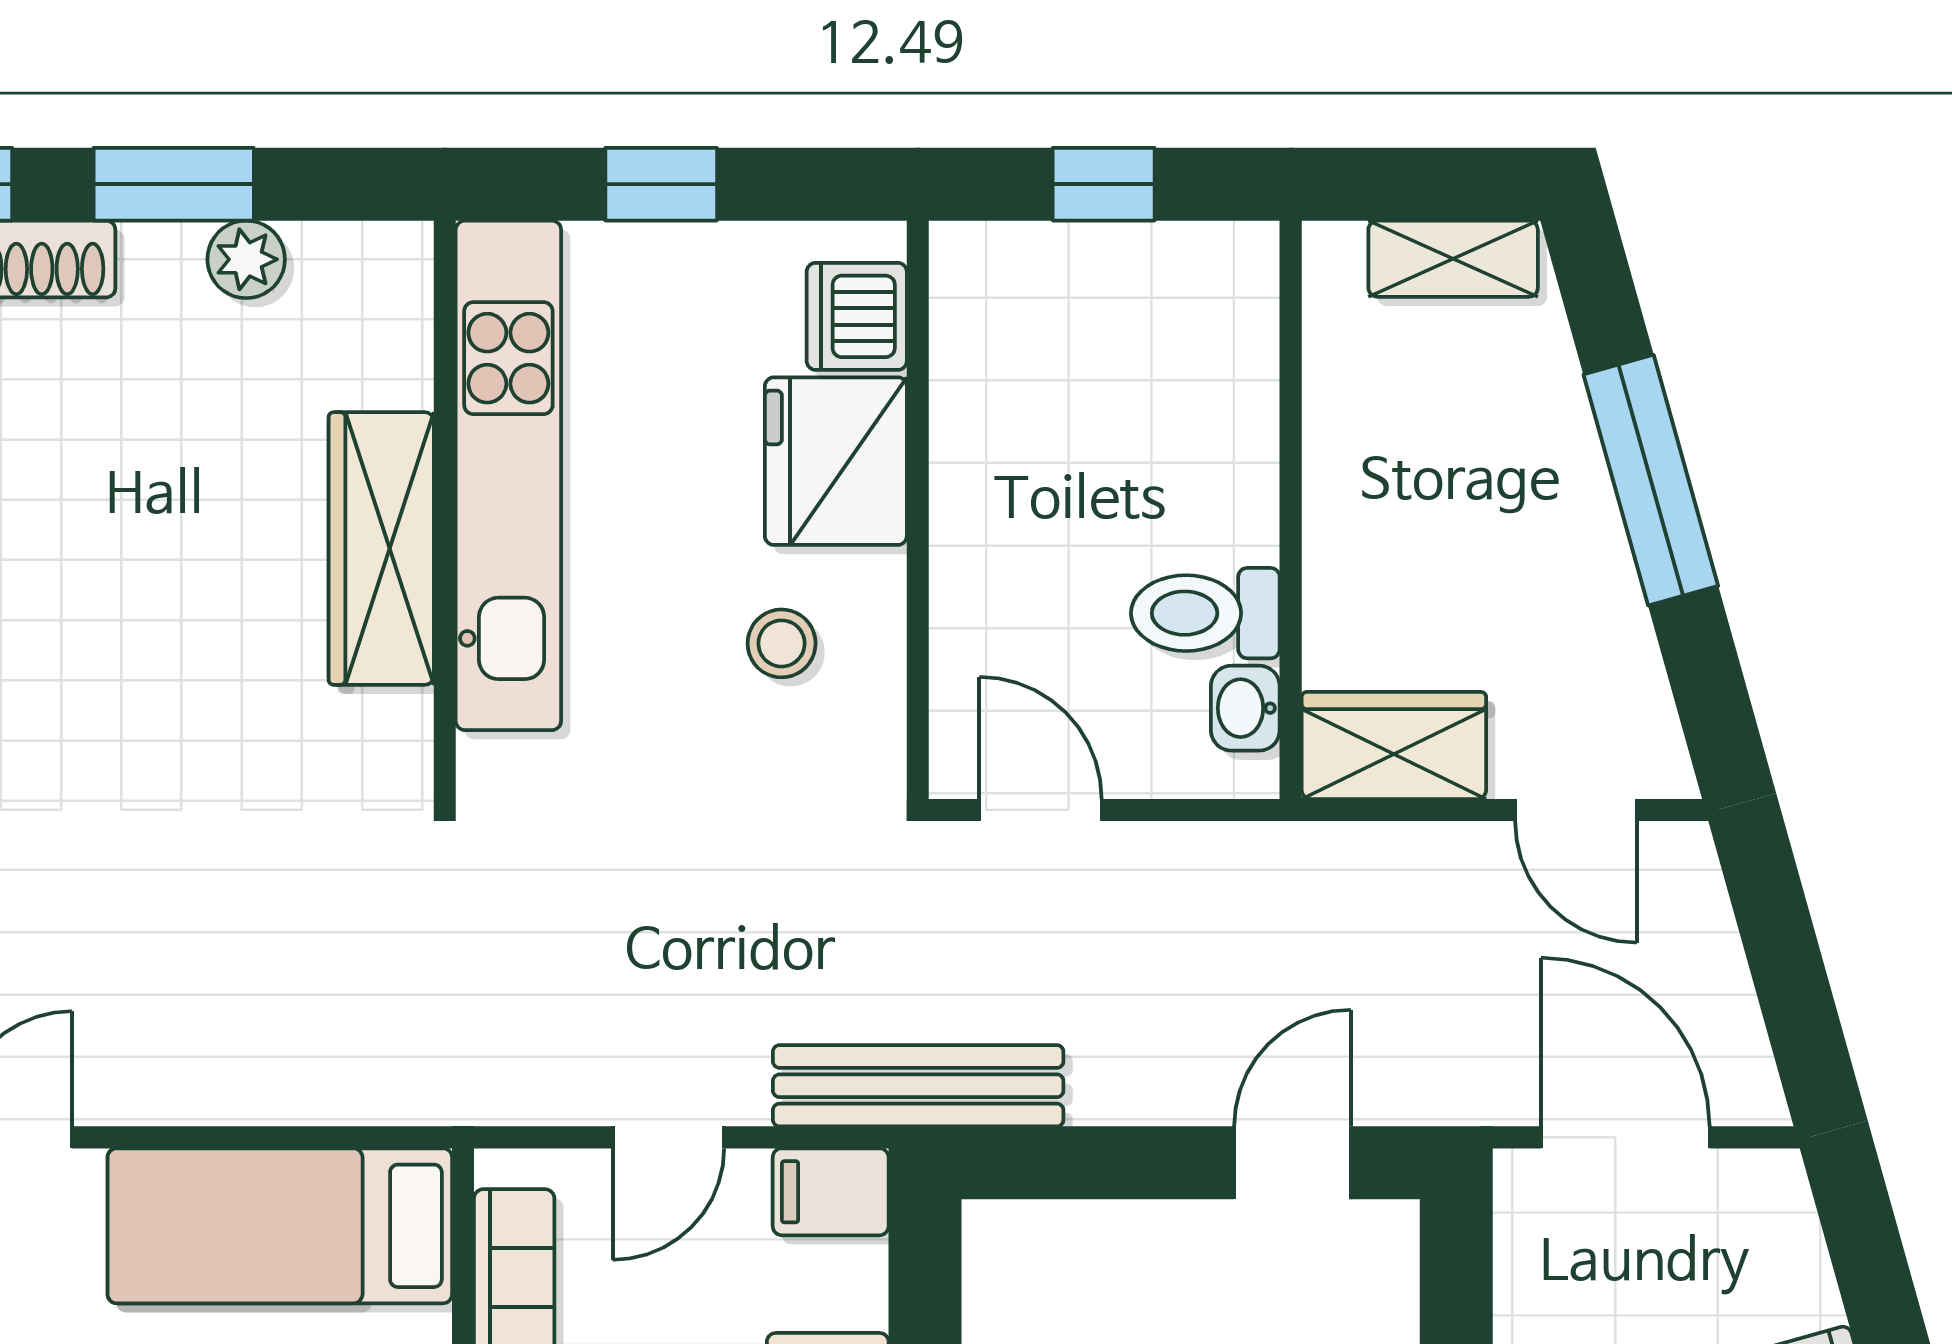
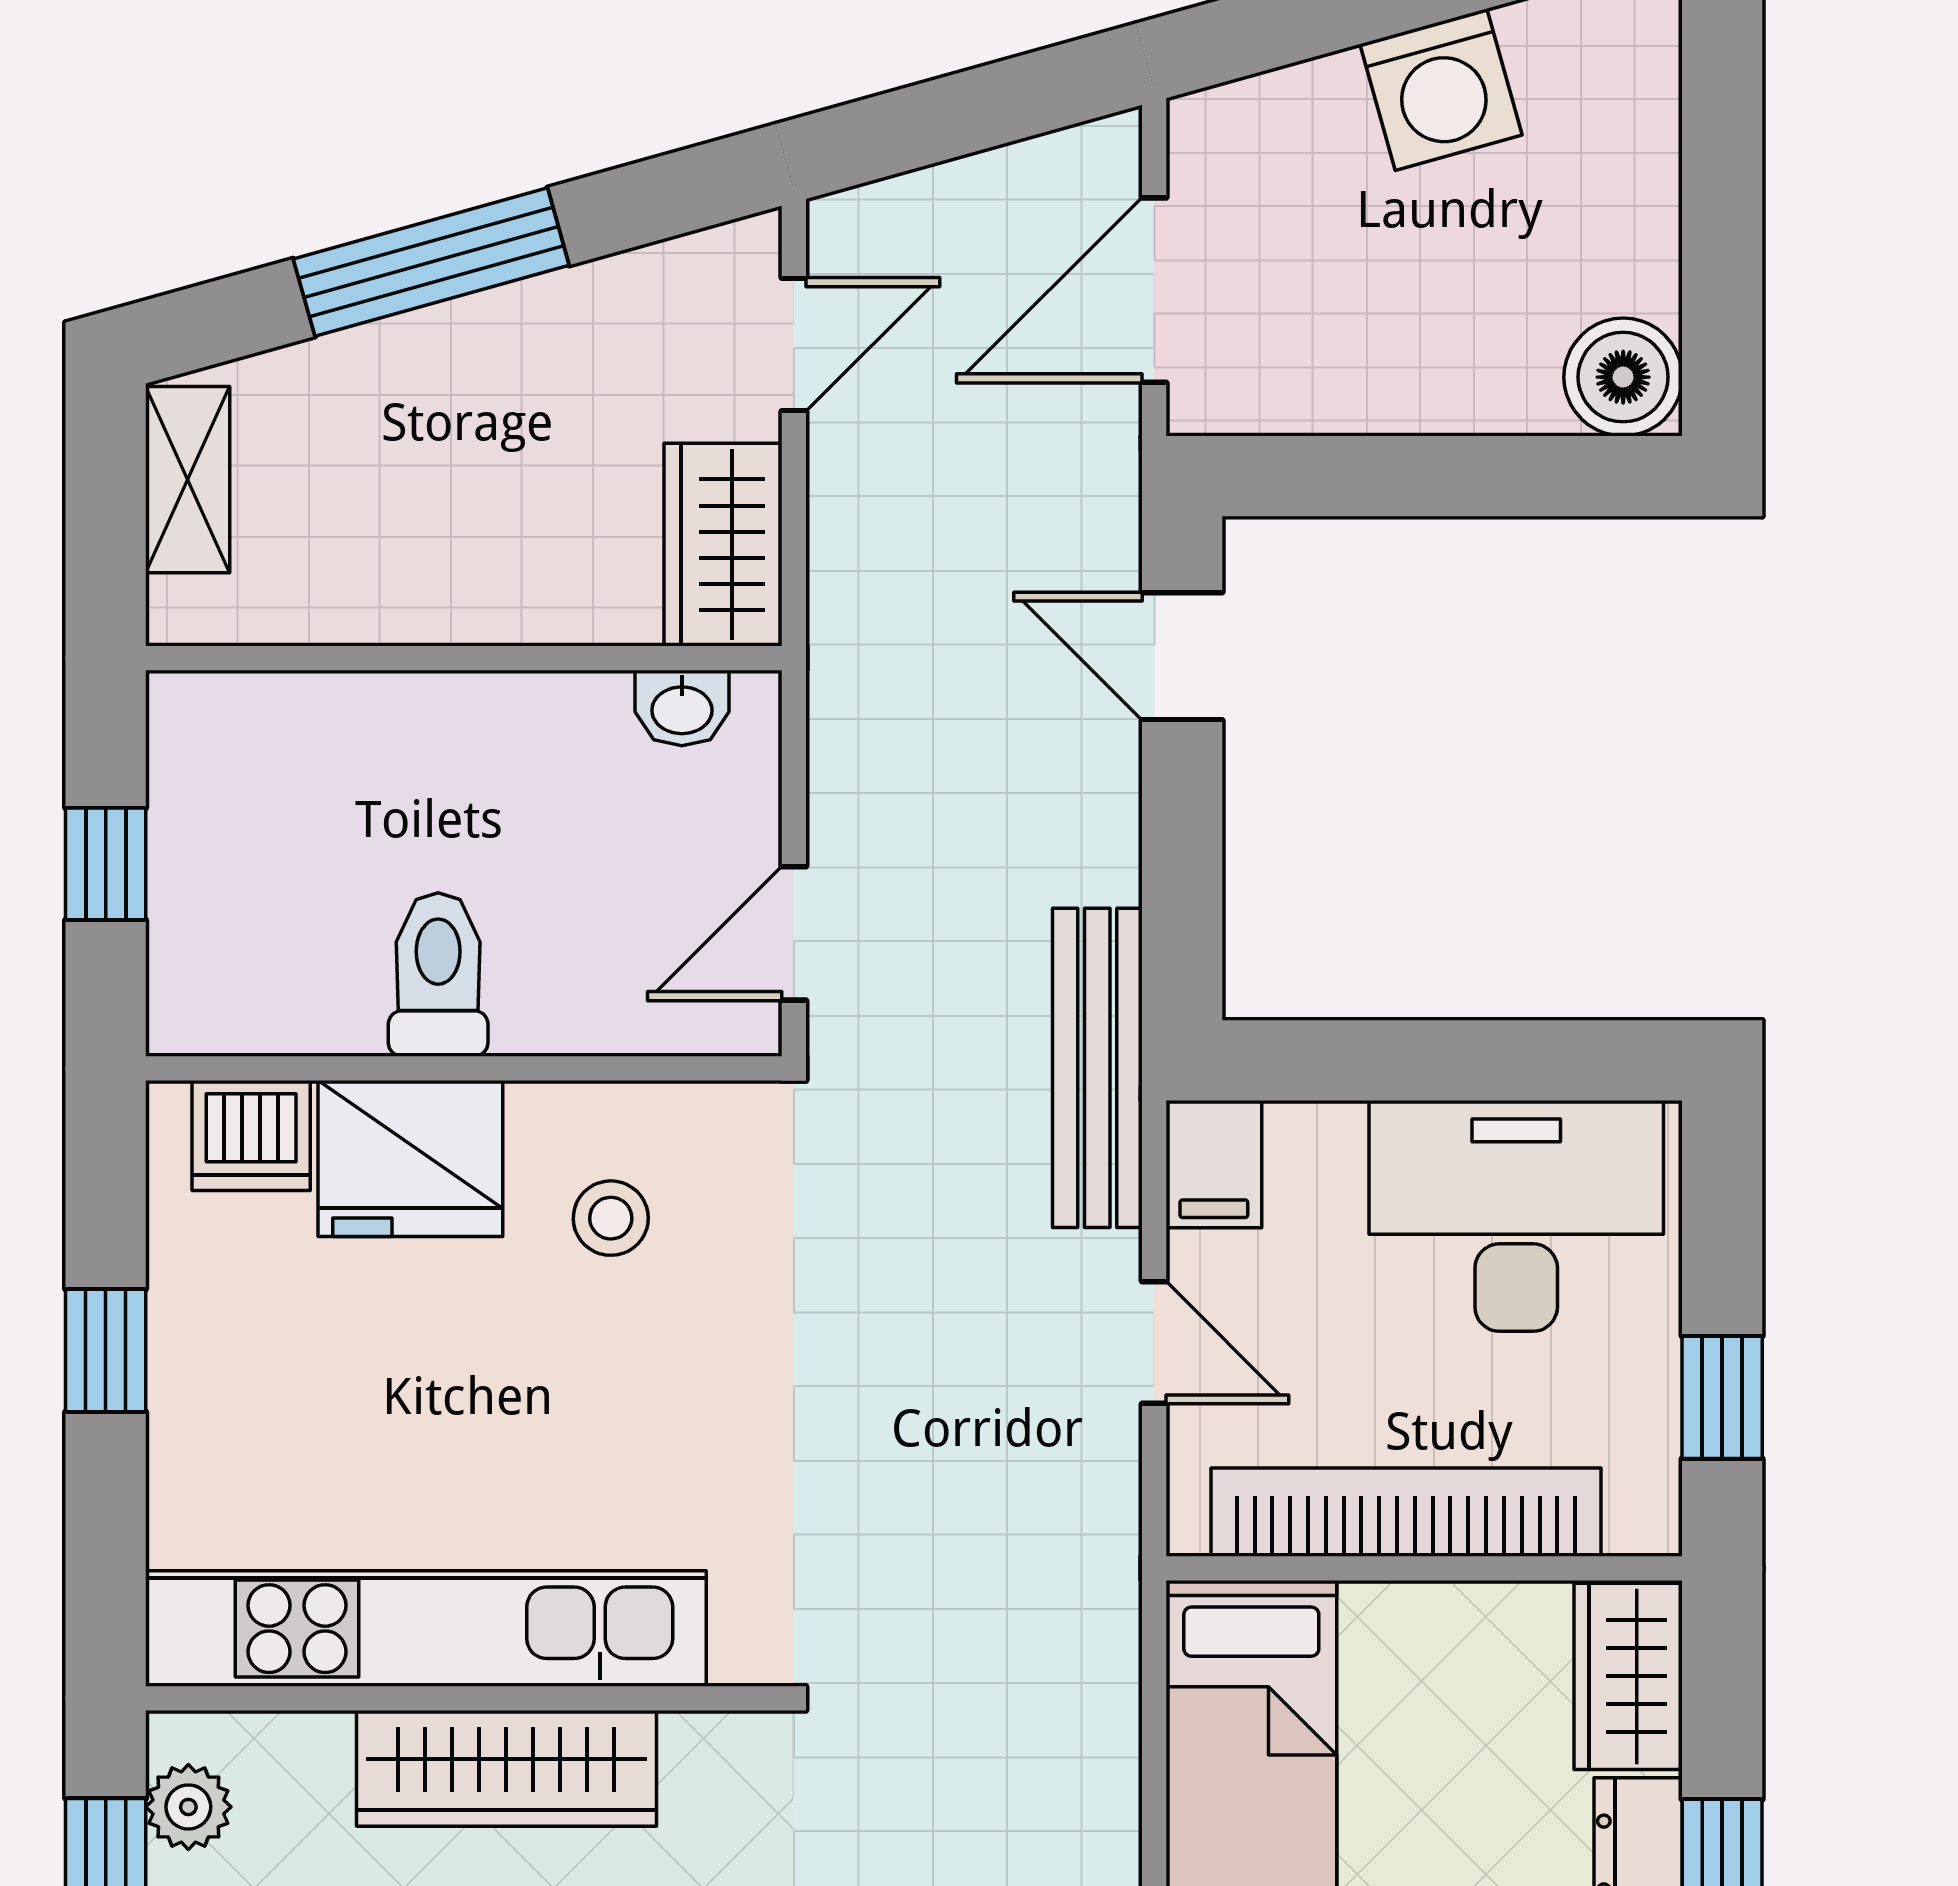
kitchen unit: (508, 475) -> (426, 1629), moved
wall: (445, 510) -> (464, 1698), moved
wardrobe: (381, 549) -> (506, 1768), moved
toilet: (1205, 613) -> (438, 975), moved, turned 180

